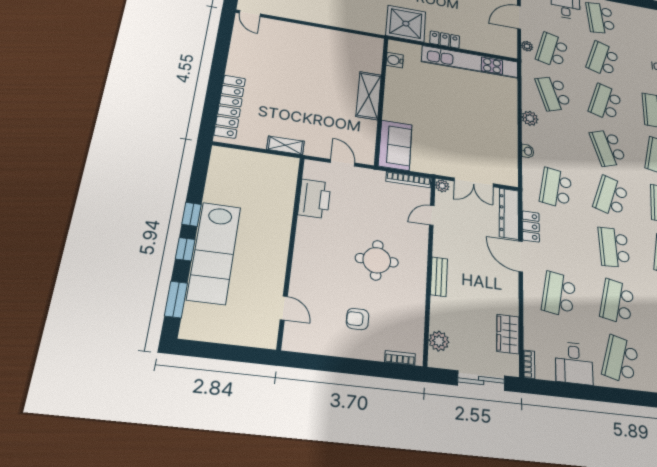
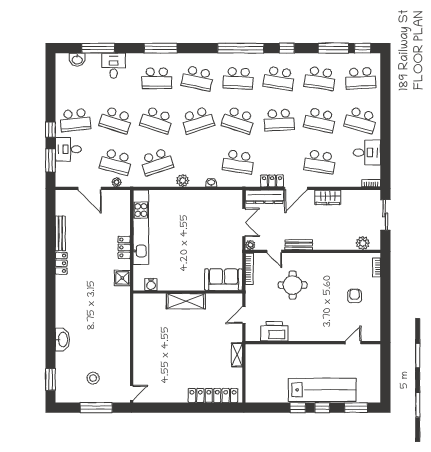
shower: (406, 24) -> (122, 278), width x0.54, depth x0.54
round table: (377, 260) -> (293, 285), moved
bench: (439, 277) -> (299, 245), moved
armchair: (357, 319) -> (355, 296), turned 180
wardrobe: (508, 334) -> (328, 197), moved

